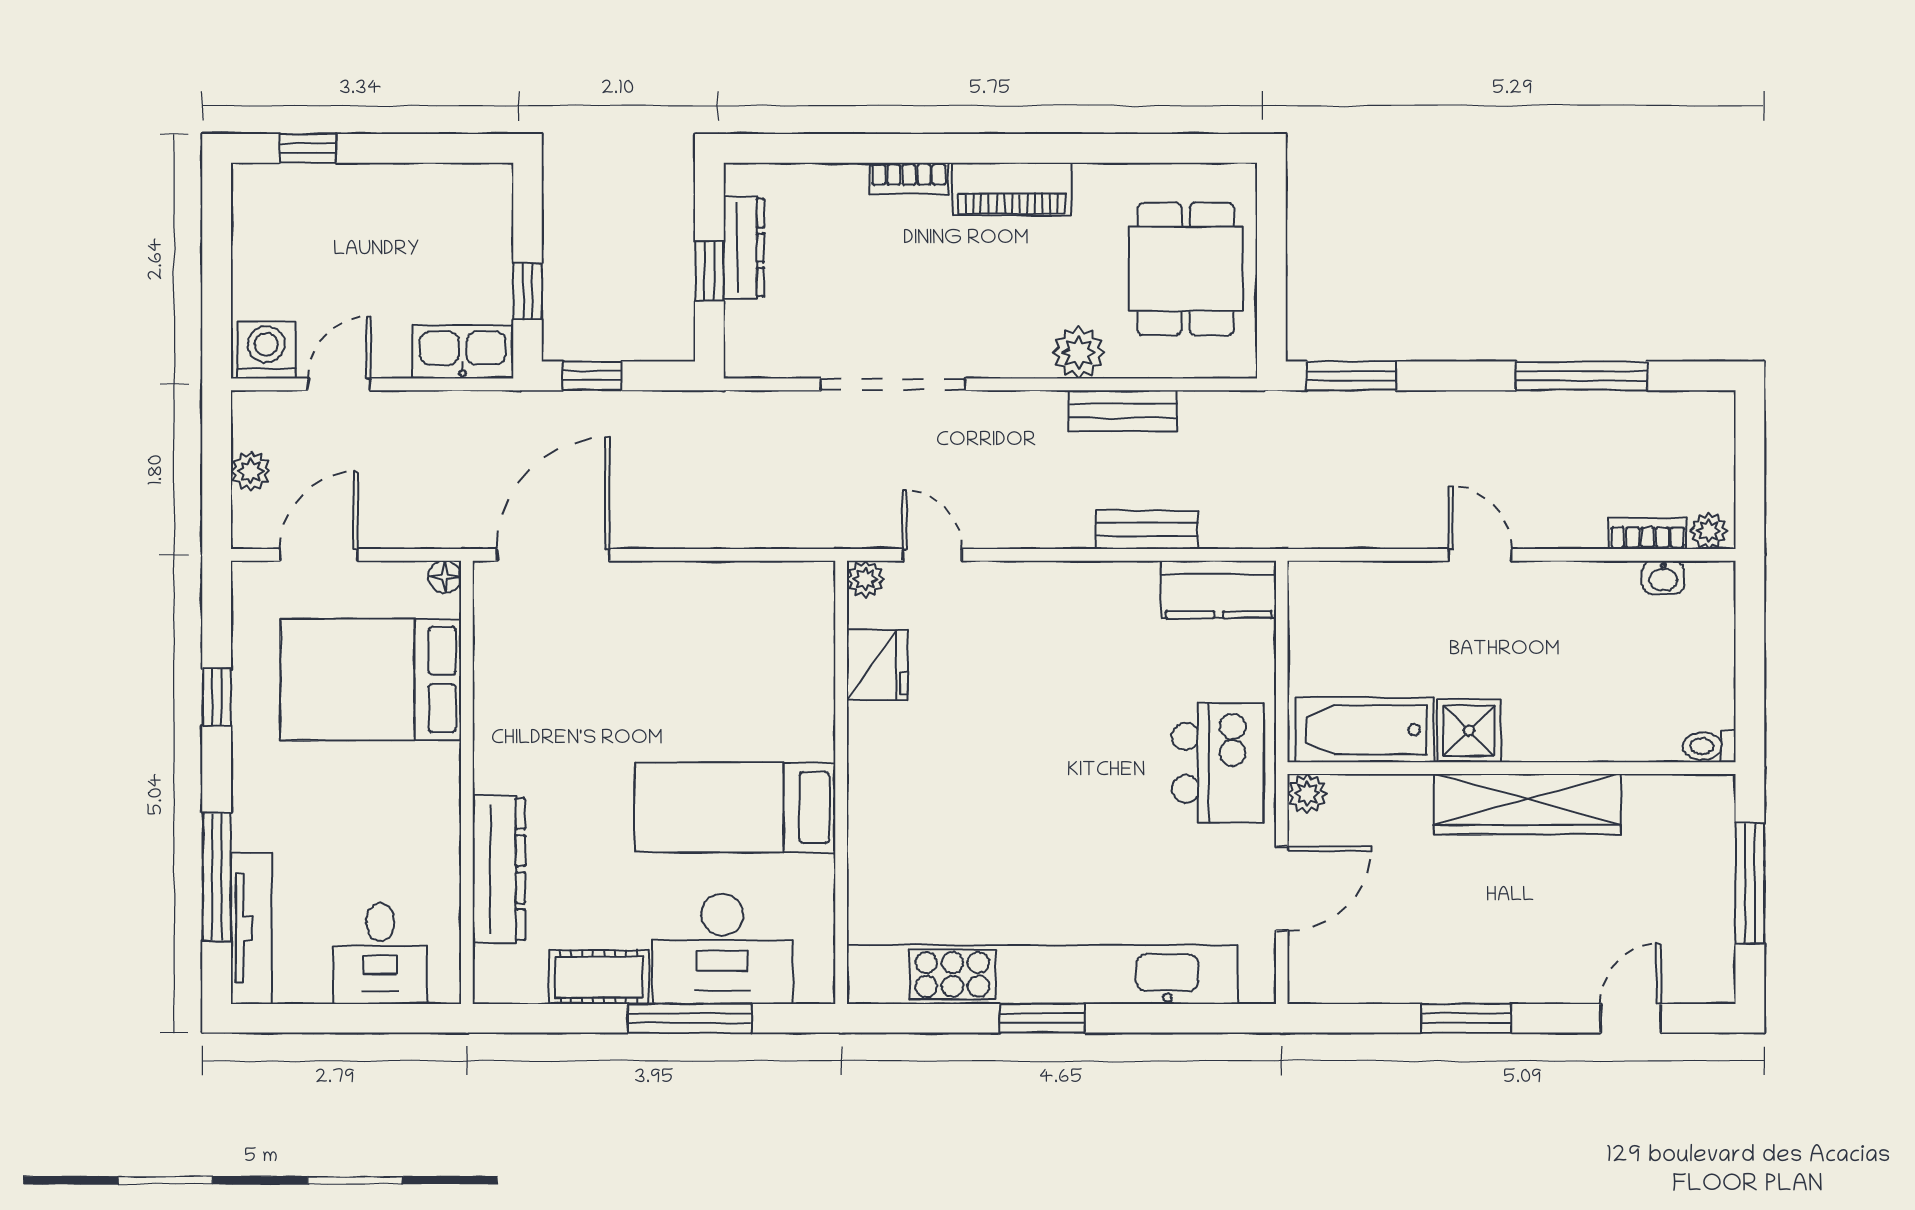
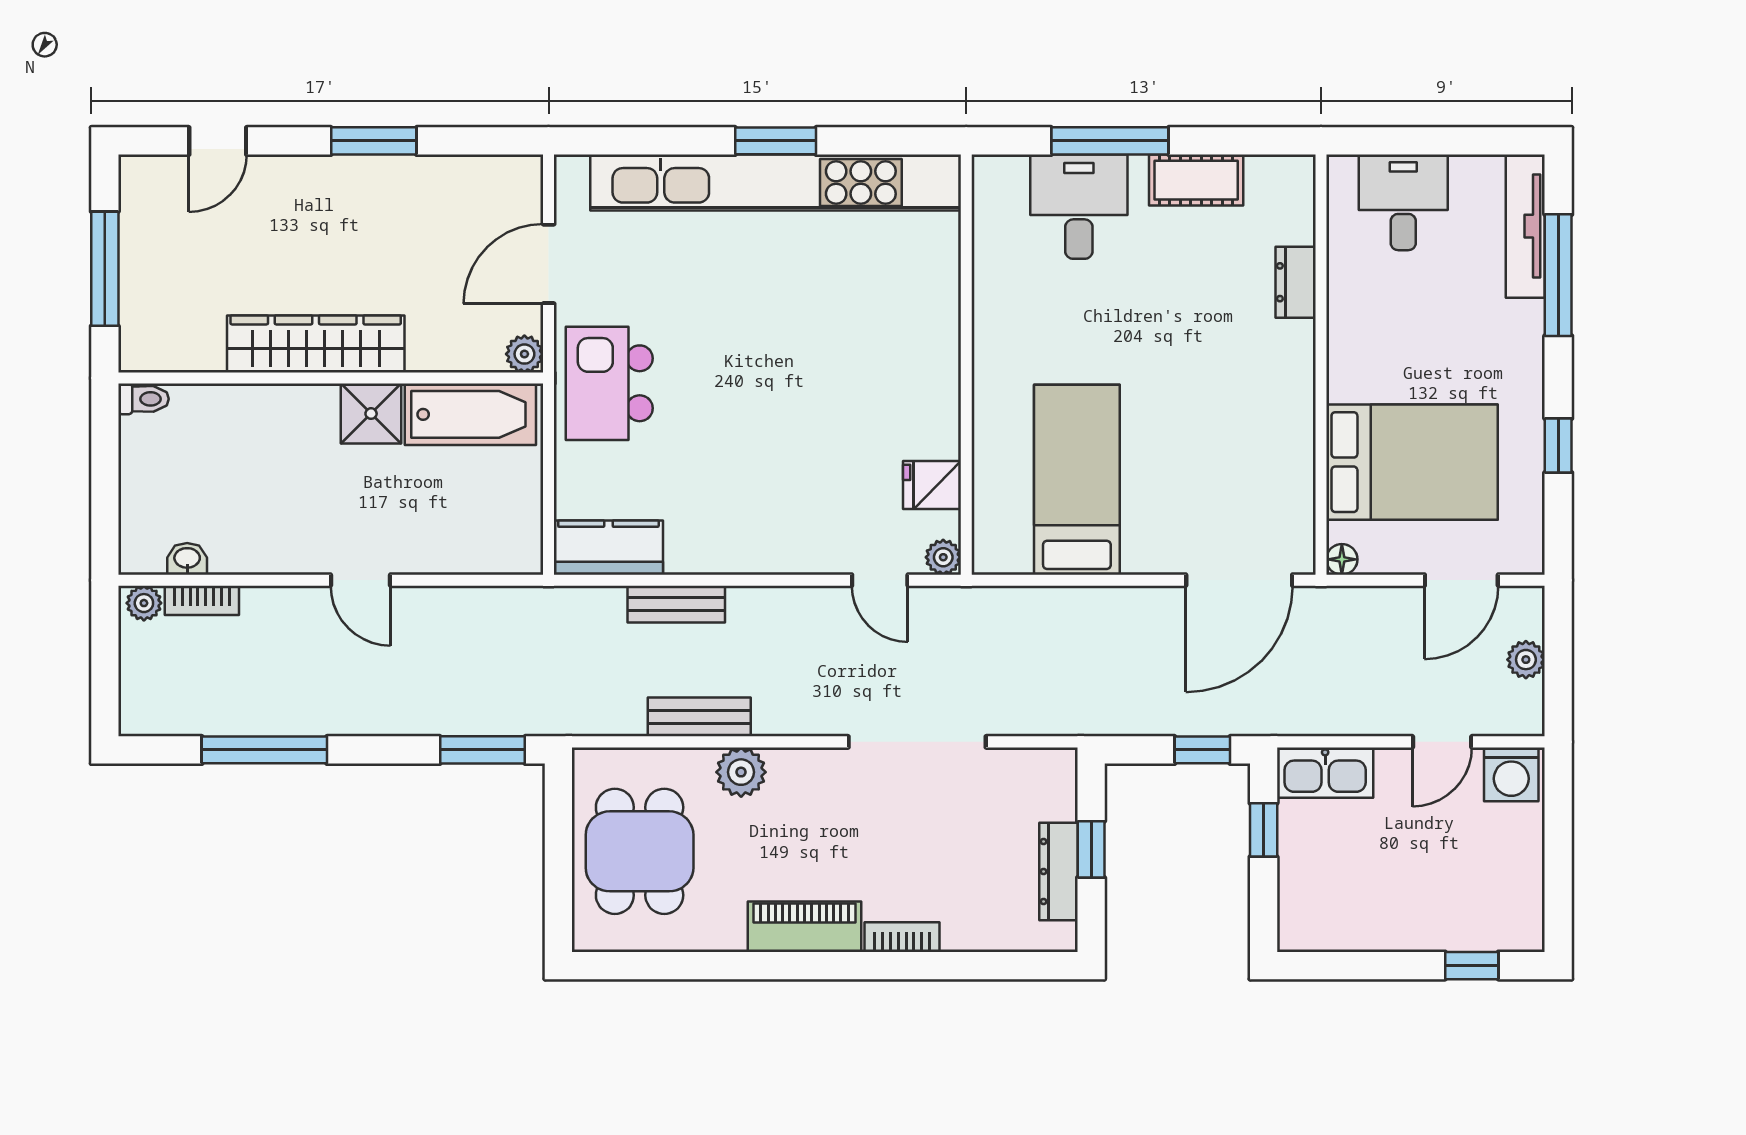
fridge: (877, 665) -> (932, 485), width x0.72
bed: (735, 807) -> (1077, 480), moved, turned -90
dresser: (499, 869) -> (1296, 282), width x0.51, depth x0.80
desk: (722, 949) -> (1079, 207), width x0.73

